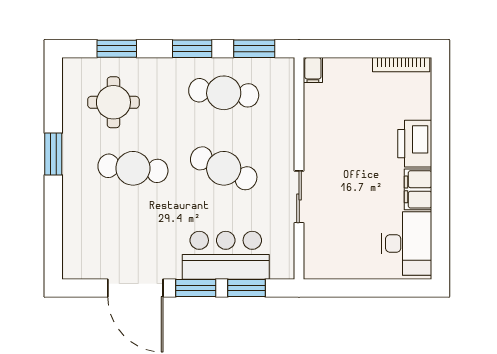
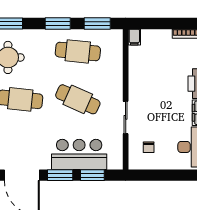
chair: (335, 244) -> (149, 147), added

